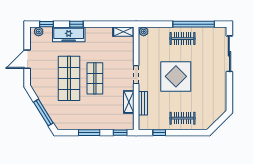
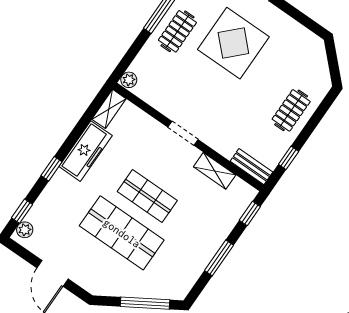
freezer: (69, 34) -> (86, 151), moved
display table: (176, 76) -> (233, 43), moved
bench: (143, 103) -> (251, 167), moved

